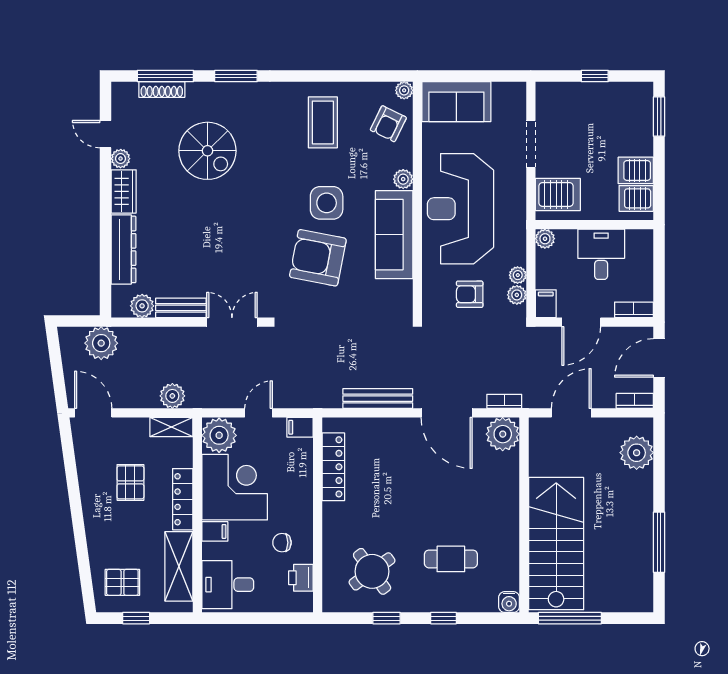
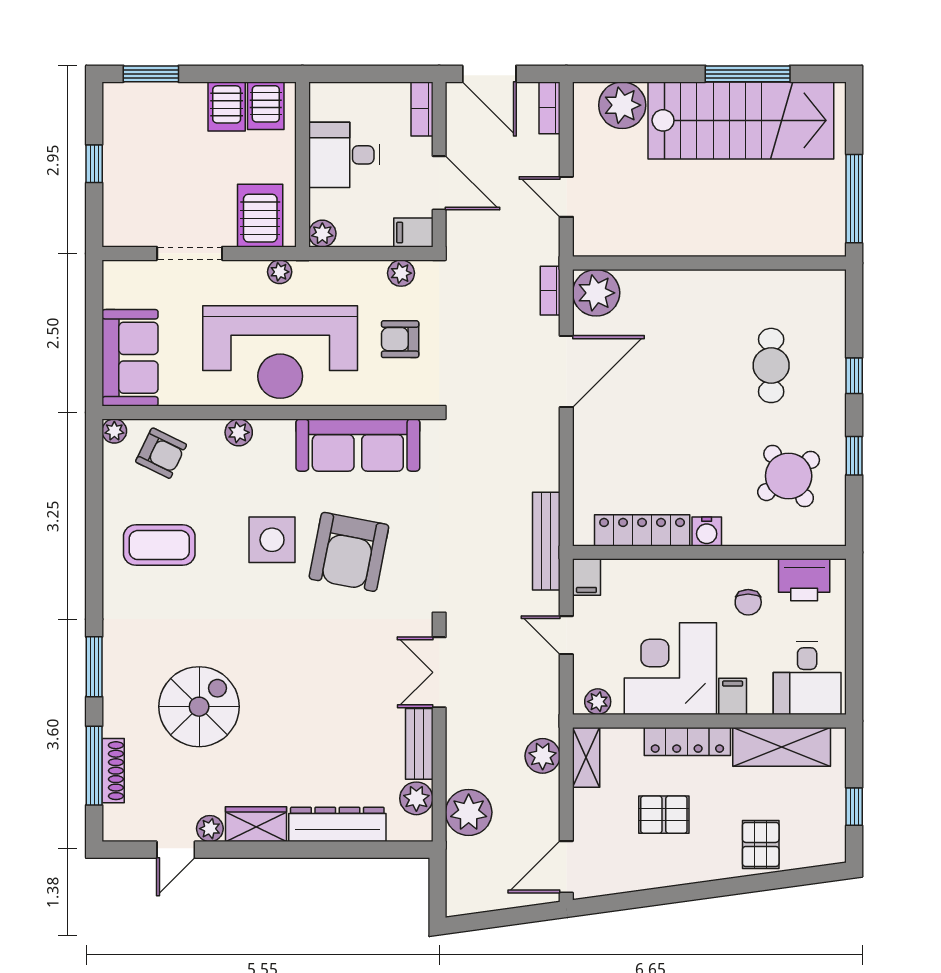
sofa: (394, 235) -> (358, 445), moved
plant: (518, 275) -> (280, 272), moved
armchair: (470, 294) -> (400, 339), turned 90
plant: (101, 343) -> (469, 812), moved
bench: (378, 399) -> (546, 541), moved
door: (571, 413) -> (566, 197), width x0.73
plant: (219, 435) -> (598, 702), width x0.53, depth x0.53
stairs: (556, 544) -> (741, 120), moved, turned 180
printer: (301, 578) -> (804, 580), width x1.36, depth x1.24
pallet: (122, 582) -> (761, 844), moved
water cooler: (509, 602) -> (707, 531), moved, turned 90

